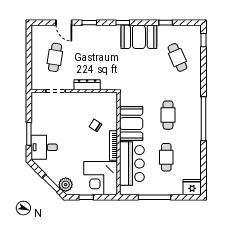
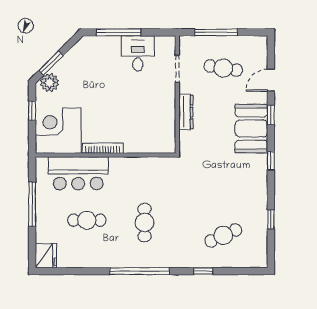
booth: (139, 37) -> (251, 129), moved
window: (203, 40) -> (203, 271), moved
window: (29, 63) -> (216, 32), added
cafe table: (168, 115) -> (145, 223), turned 90
booth: (131, 124) -> (133, 172), removed
chair: (96, 125) -> (130, 123), removed
window: (29, 134) -> (119, 32), width x1.44
desk: (44, 147) -> (138, 53), moved

